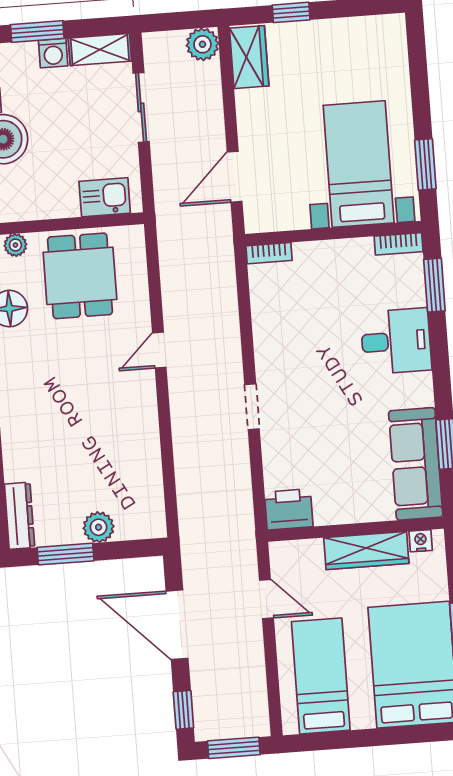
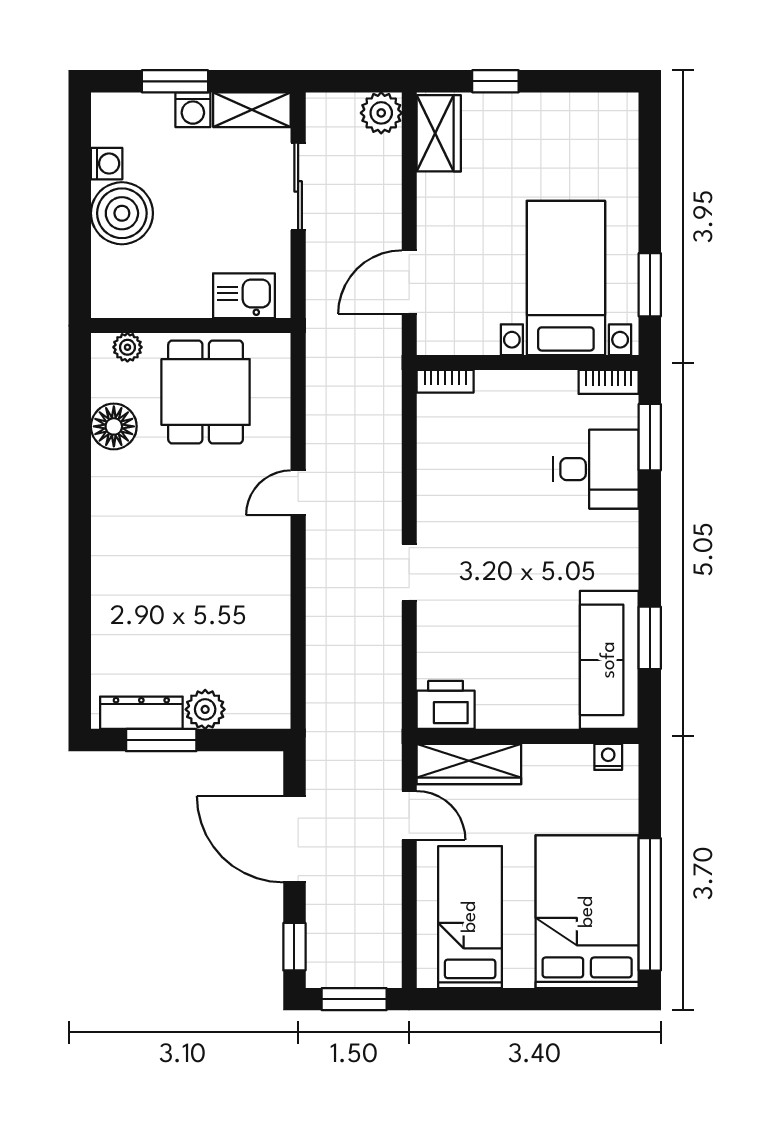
desk: (396, 341) -> (596, 469), moved
dresser: (20, 516) -> (141, 713), moved, turned -90
wardrobe: (366, 551) -> (469, 764), moved

